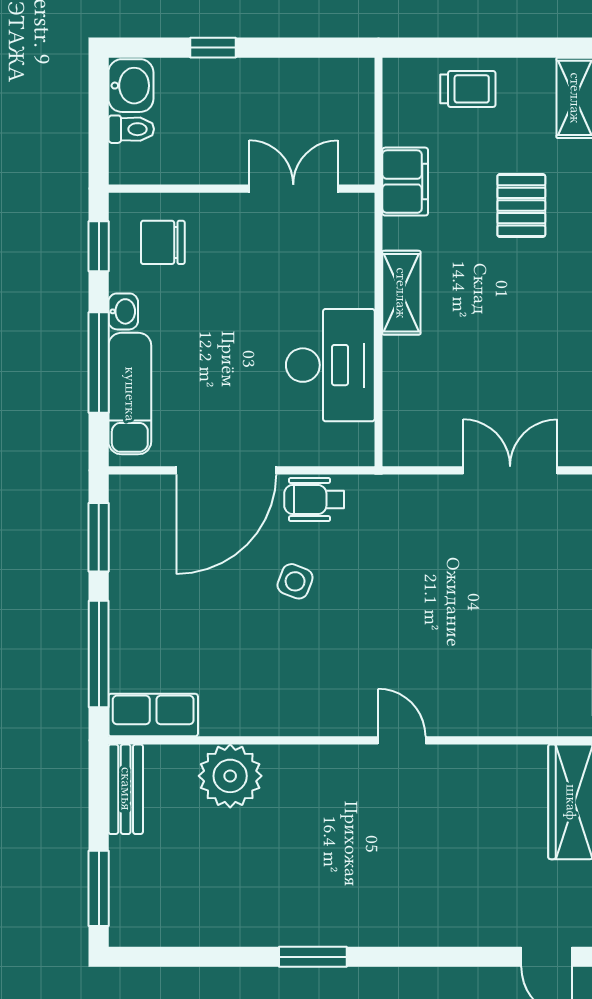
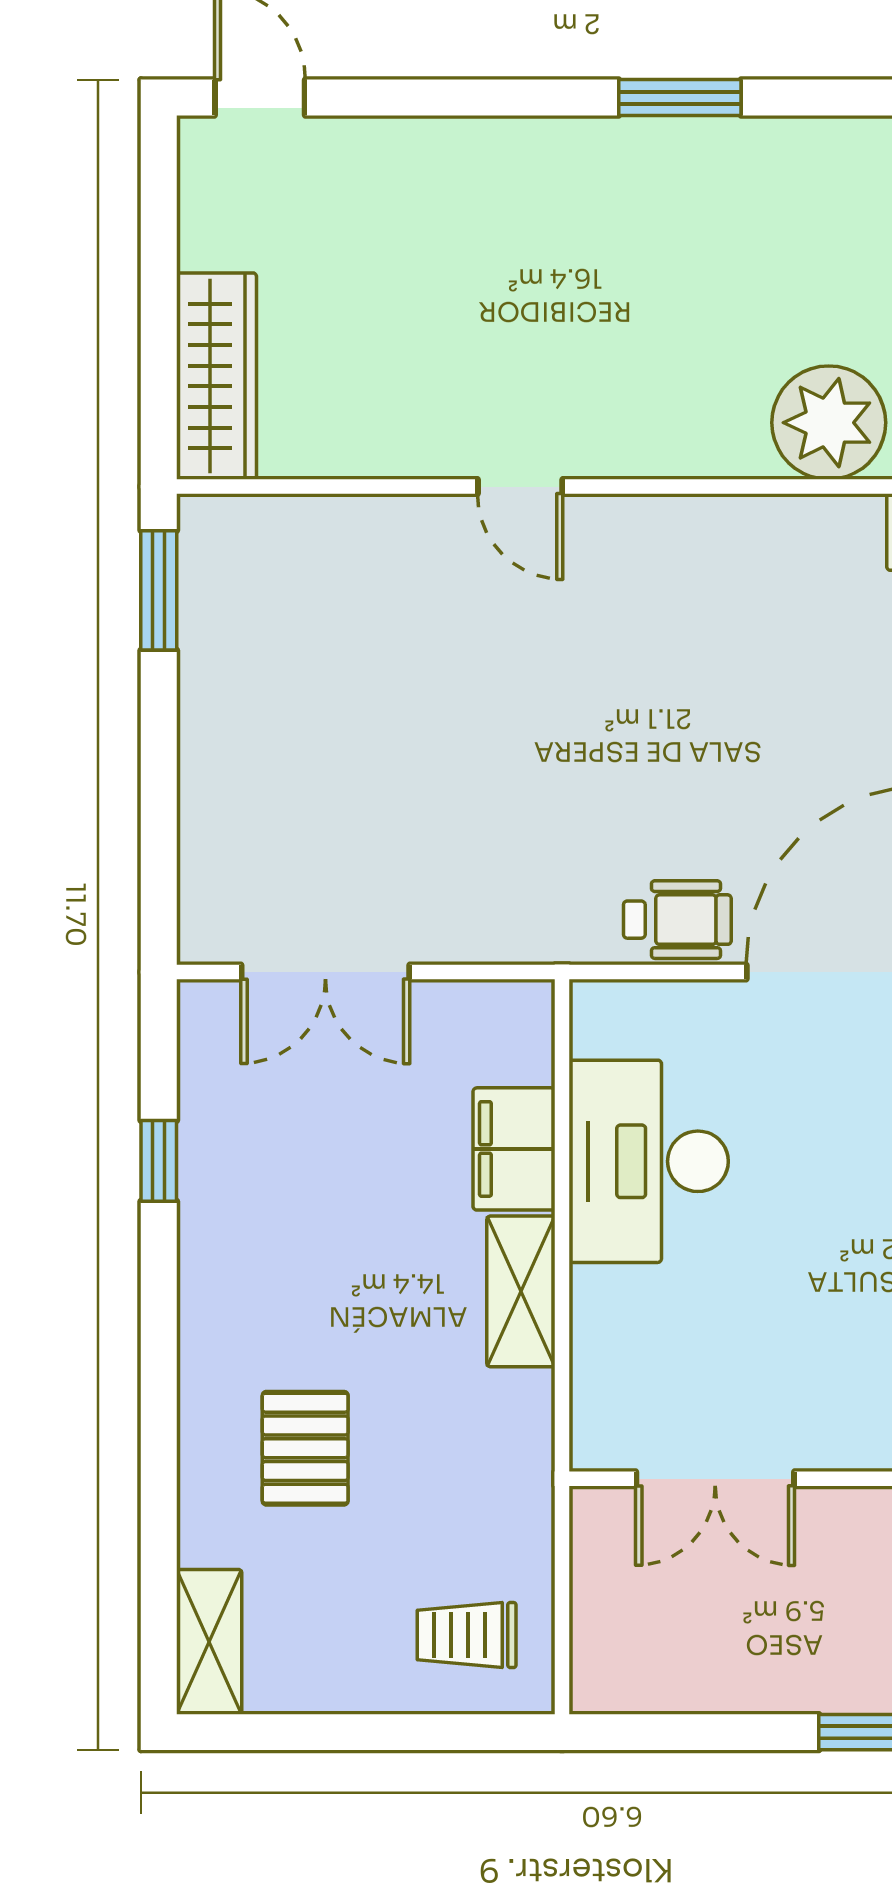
trolley: (468, 89) -> (467, 1635), moved
filing cabinet: (405, 182) -> (514, 1149), moved
side table: (295, 581) -> (712, 772), removed

